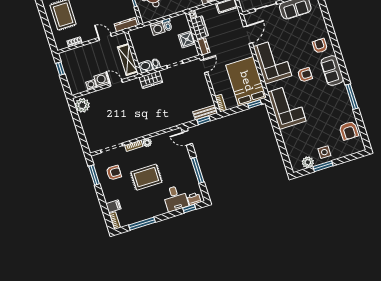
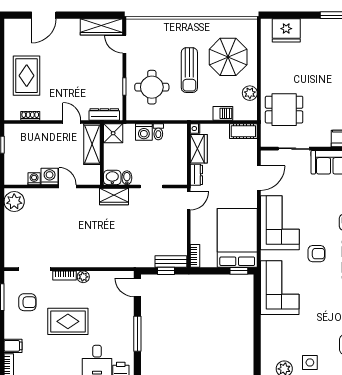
shower: (187, 39) -> (113, 133), moved
shelving: (128, 59) -> (92, 144), moved

